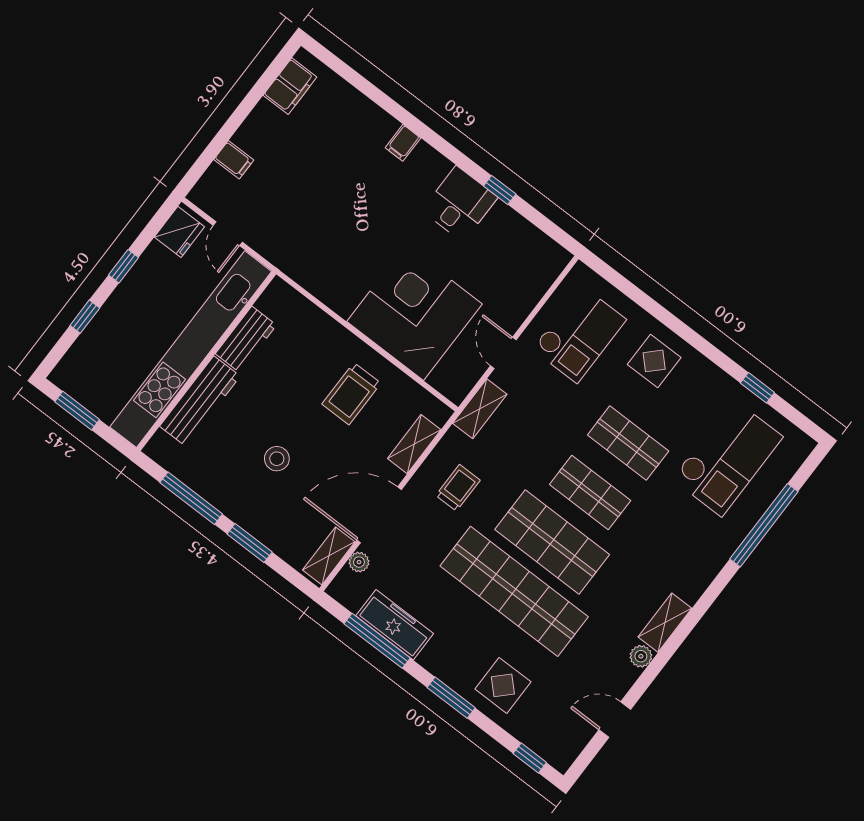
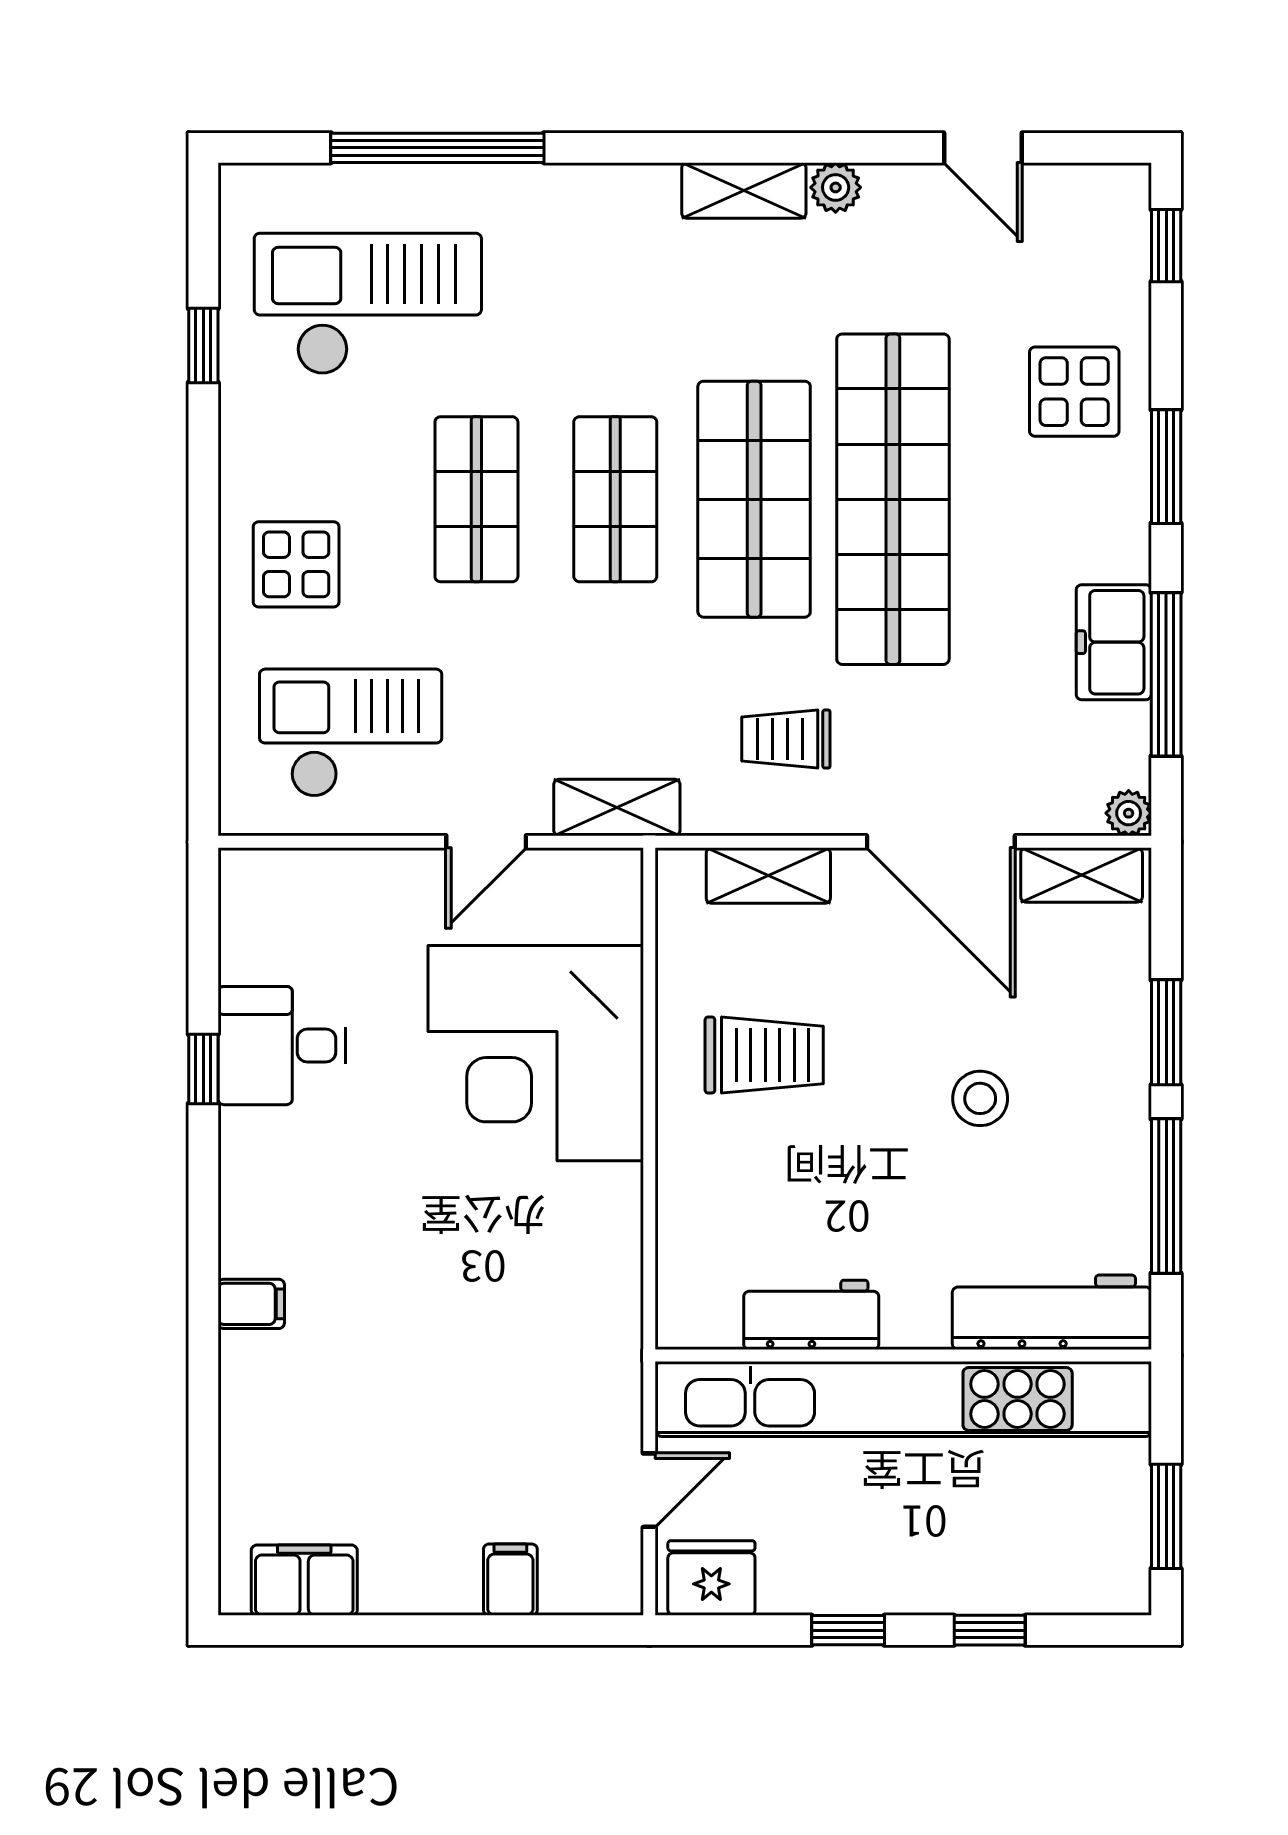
desk: (460, 204) -> (282, 1046), moved
workbench: (200, 401) -> (1052, 1312), moved
plant: (359, 562) -> (1129, 813), moved
freezer: (395, 625) -> (1114, 642), width x0.71

